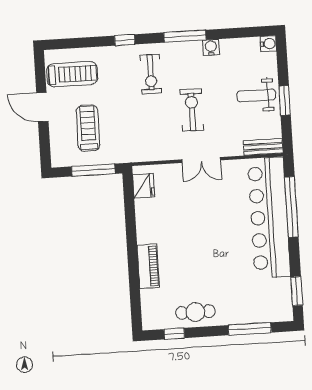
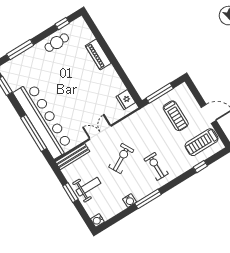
window: (125, 40) -> (200, 167), moved
exercise bike: (192, 110) -> (121, 159), turned -119
bench: (263, 147) -> (73, 157), width x1.36

